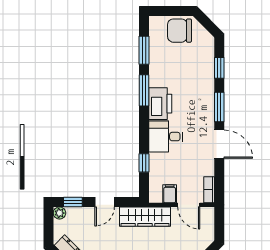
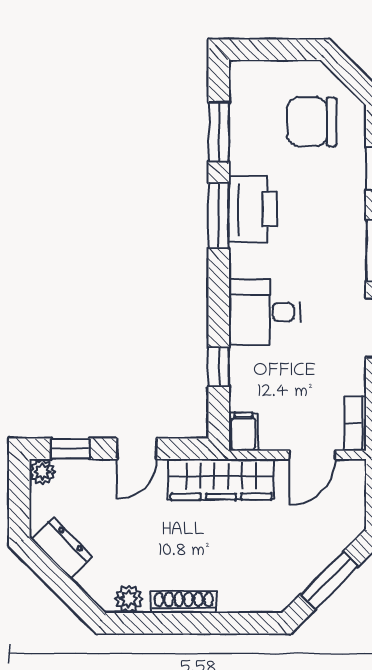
chair: (179, 31) -> (312, 122), moved
printer: (160, 104) -> (253, 209), moved
filing cabinet: (170, 194) -> (243, 432), moved
door: (189, 205) -> (312, 455), hinge flipped

